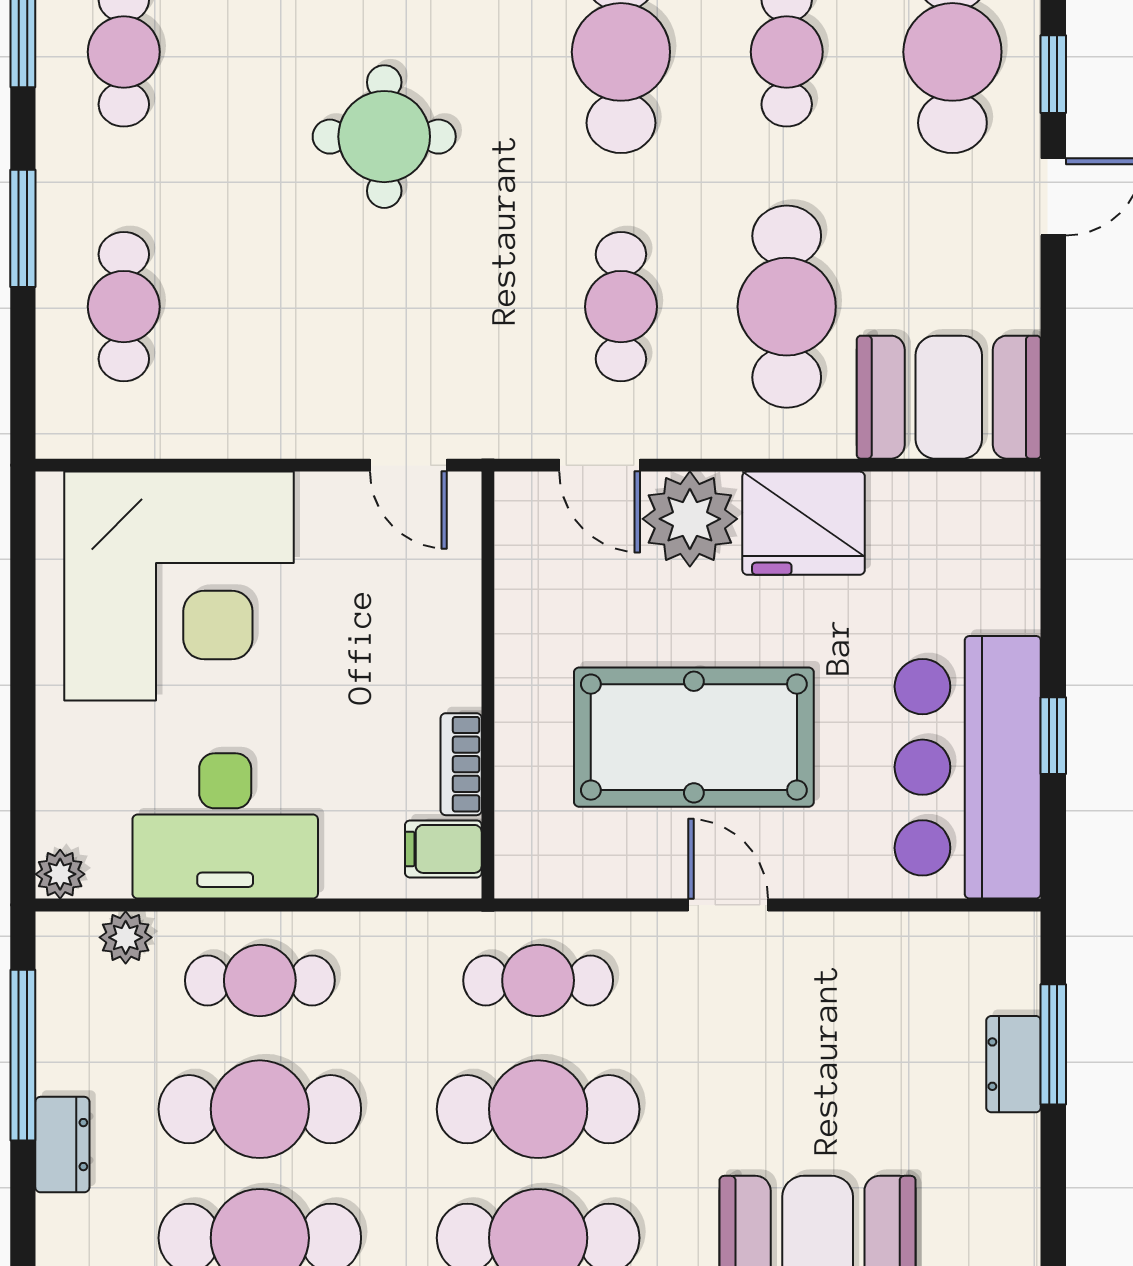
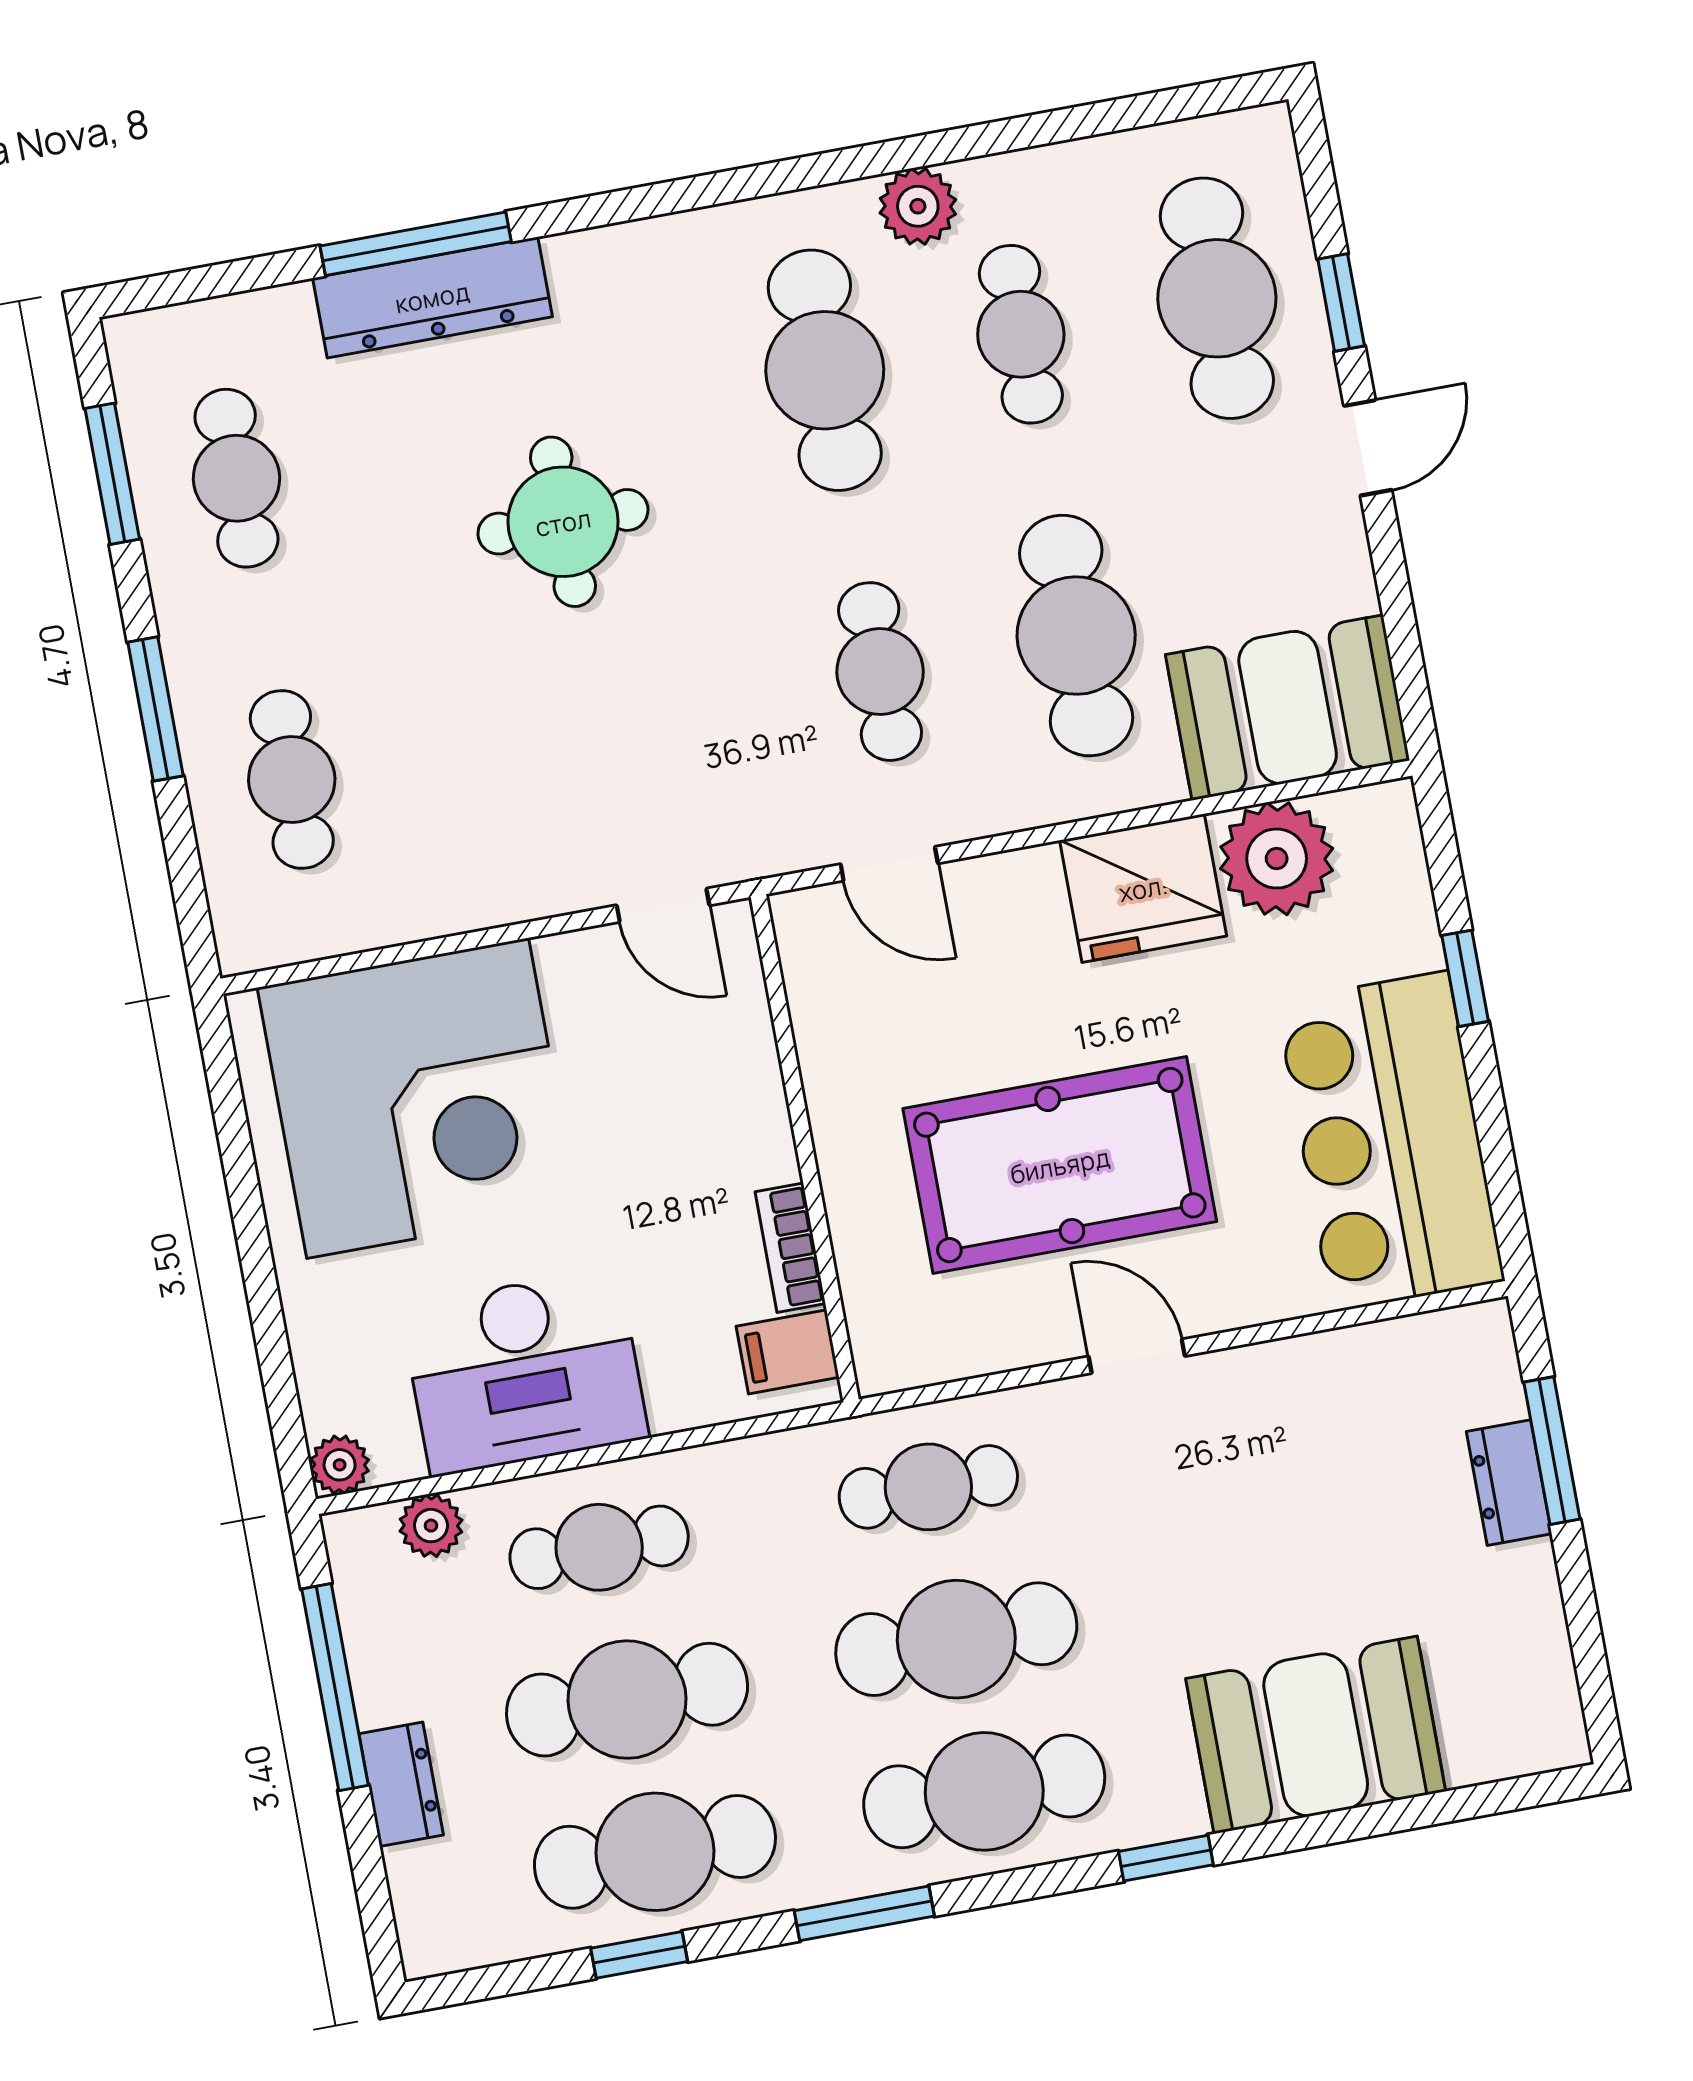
plant: (690, 519) -> (1277, 859), moved
window: (1053, 736) -> (1465, 978), moved

